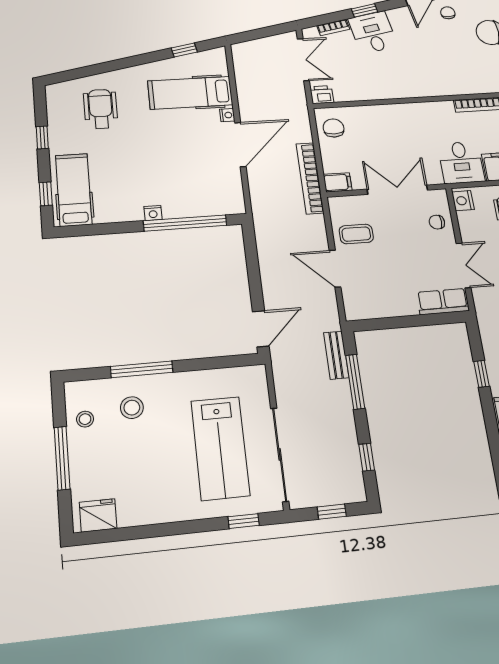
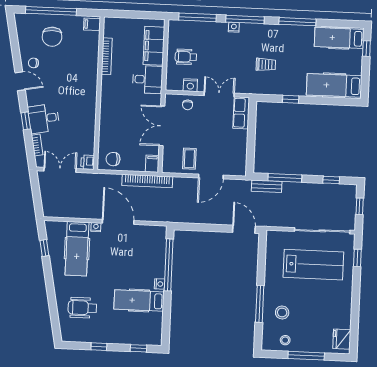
hospital bed: (74, 190) -> (139, 301), moved
nightstand: (463, 201) -> (190, 85), moved

